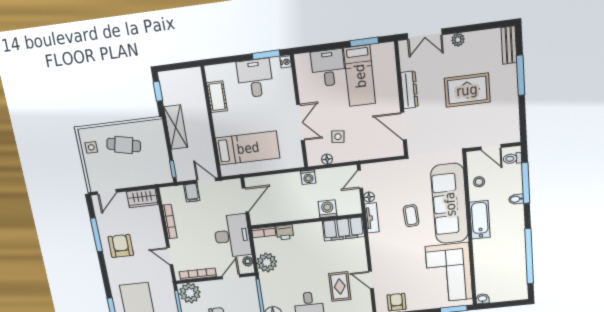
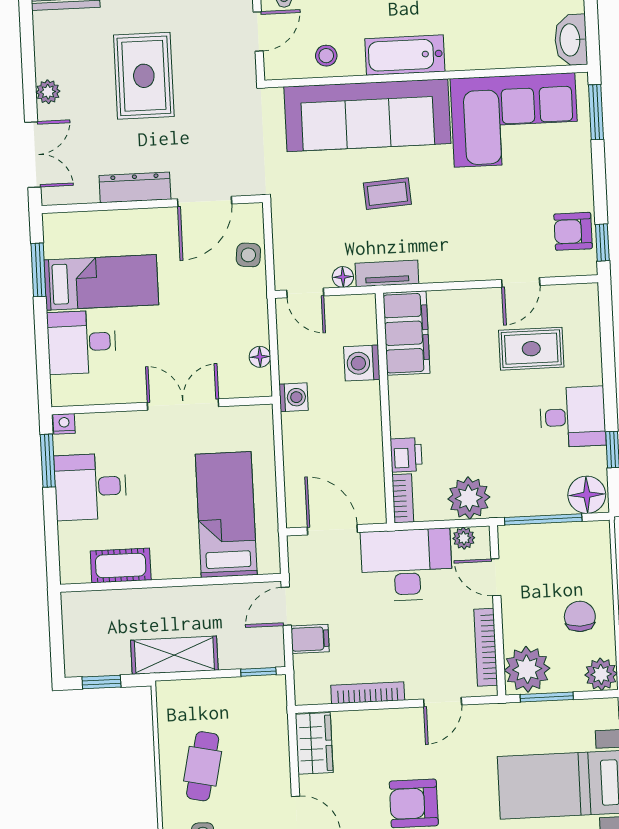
side table: (338, 137) -> (248, 255), moved
washbasin: (483, 299) -> (571, 40), width x1.91, depth x1.45

